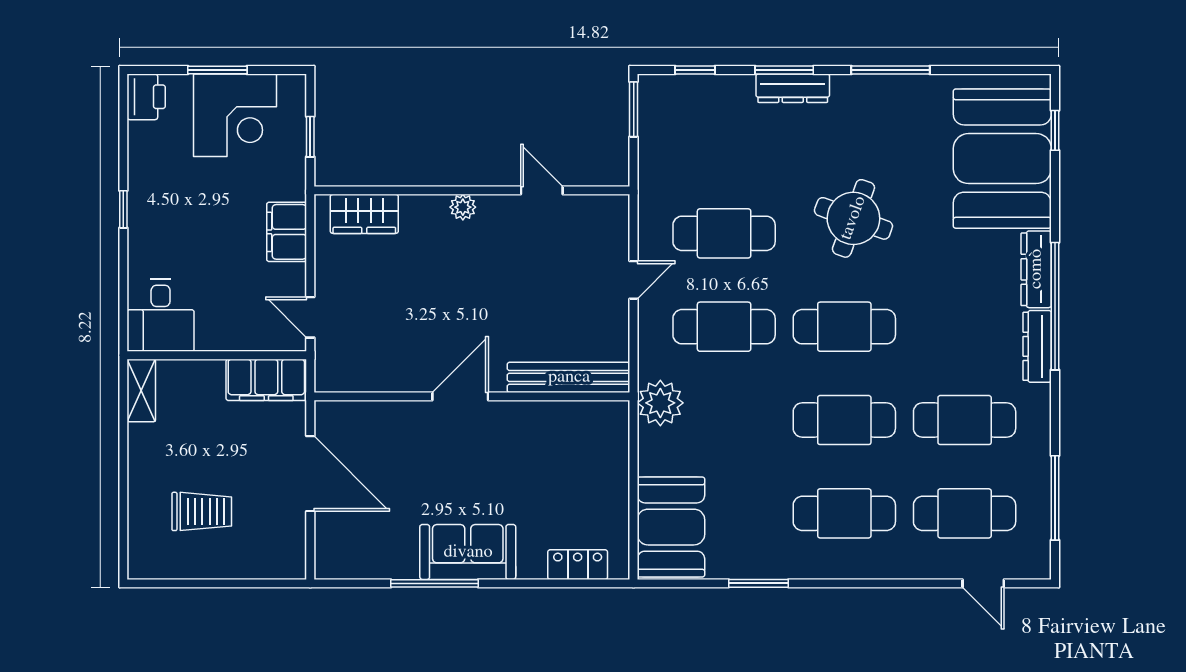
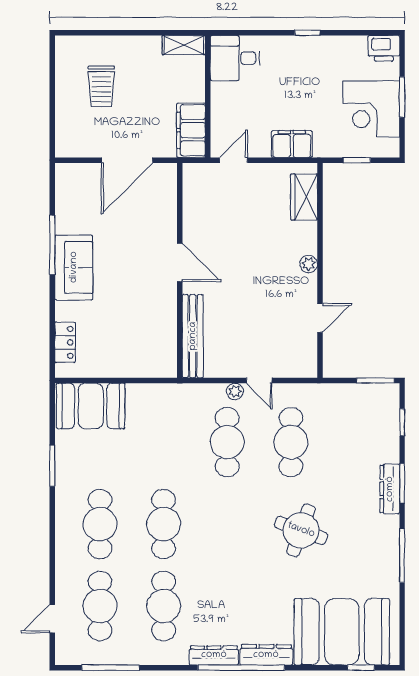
cafe table: (844, 327) -> (227, 524), removed
plant: (660, 403) -> (235, 391), moved, width x0.53, depth x0.53

